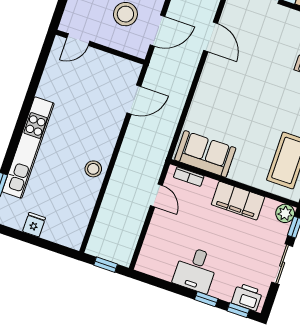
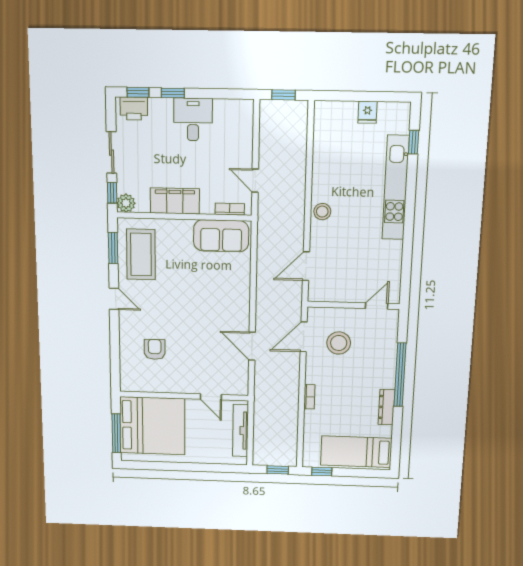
stool: (93, 169) -> (322, 212), moved

